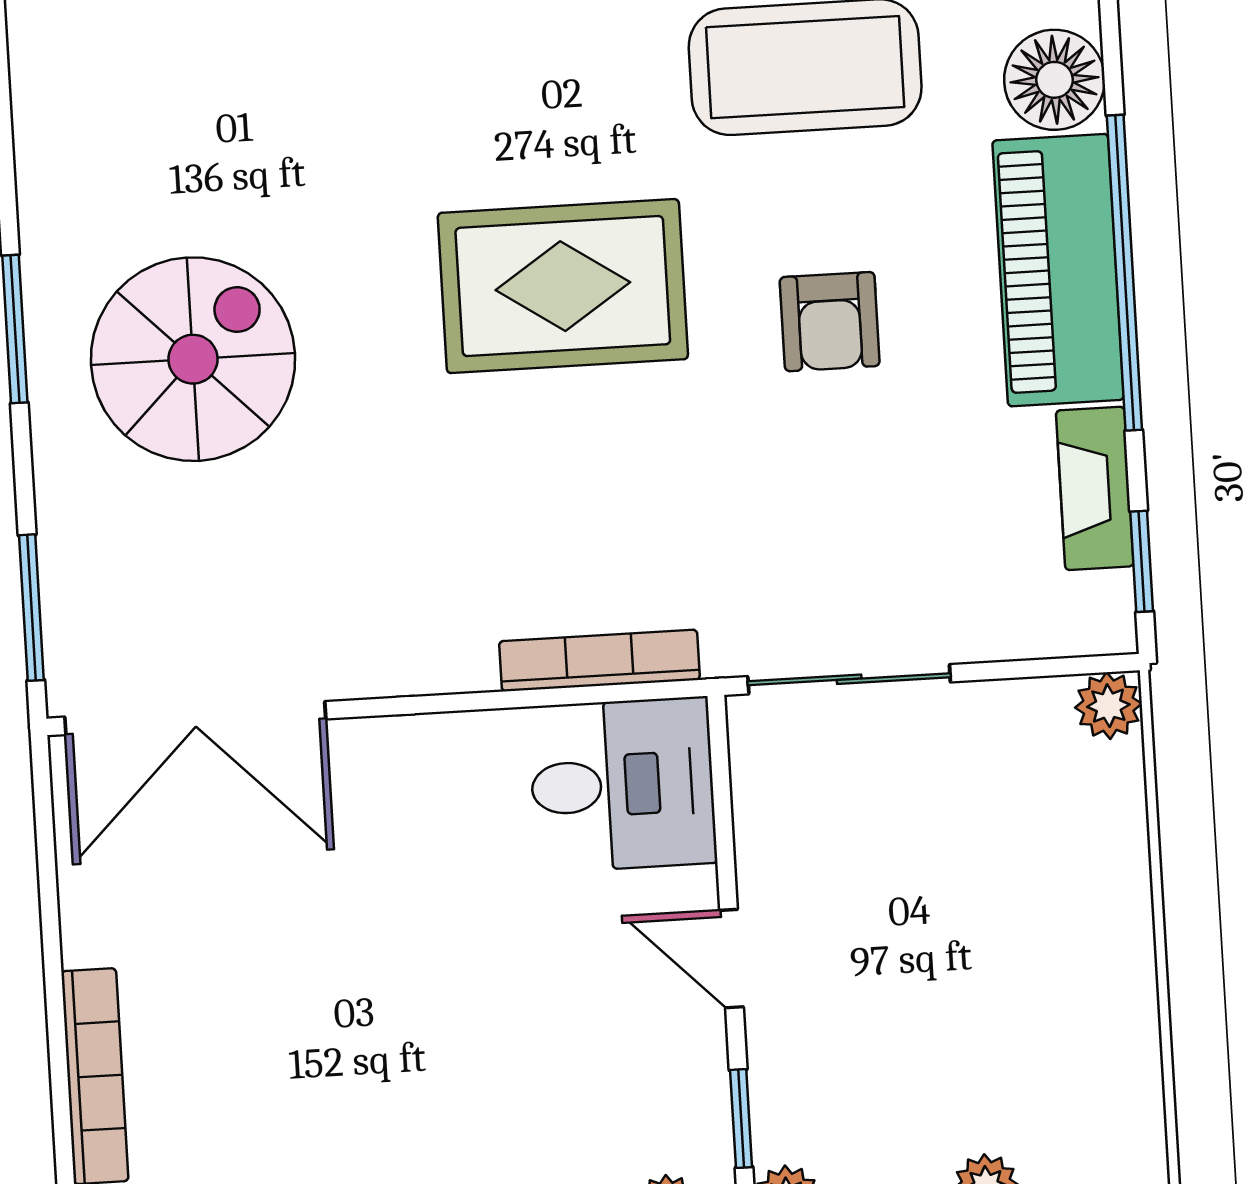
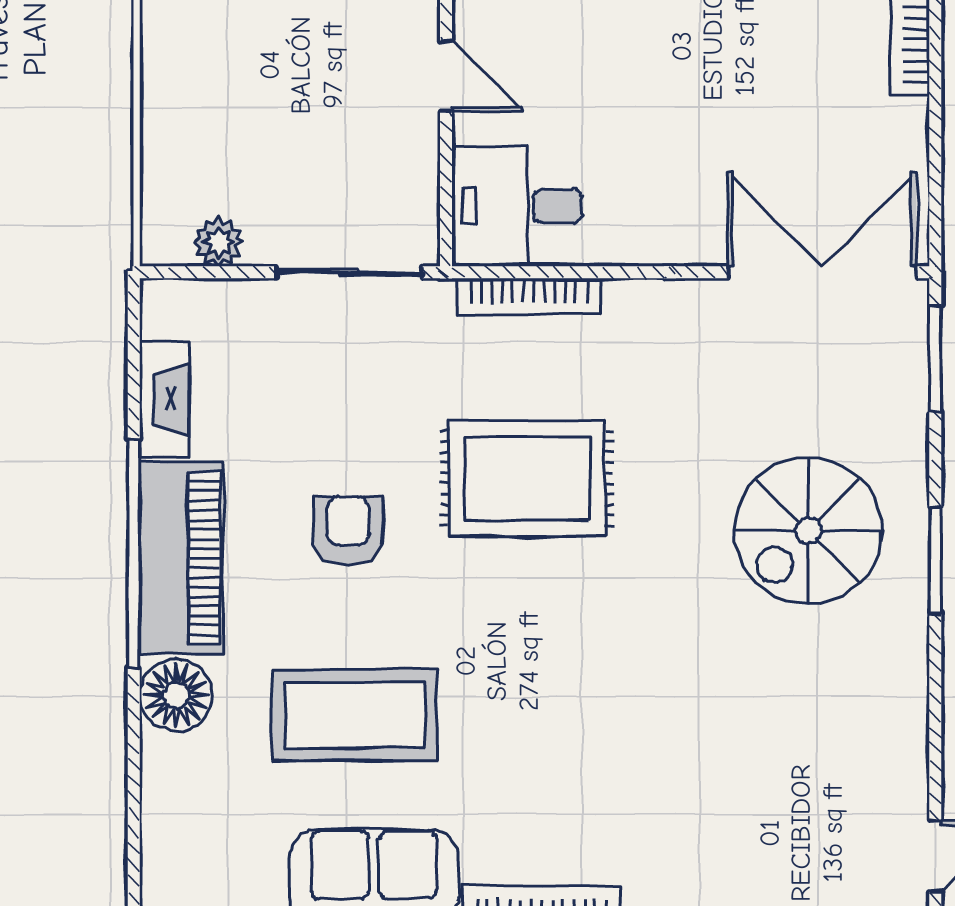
rug: (563, 286) -> (527, 479), moved
window: (1142, 561) -> (134, 345), removed
plant: (1108, 706) -> (218, 242), moved

